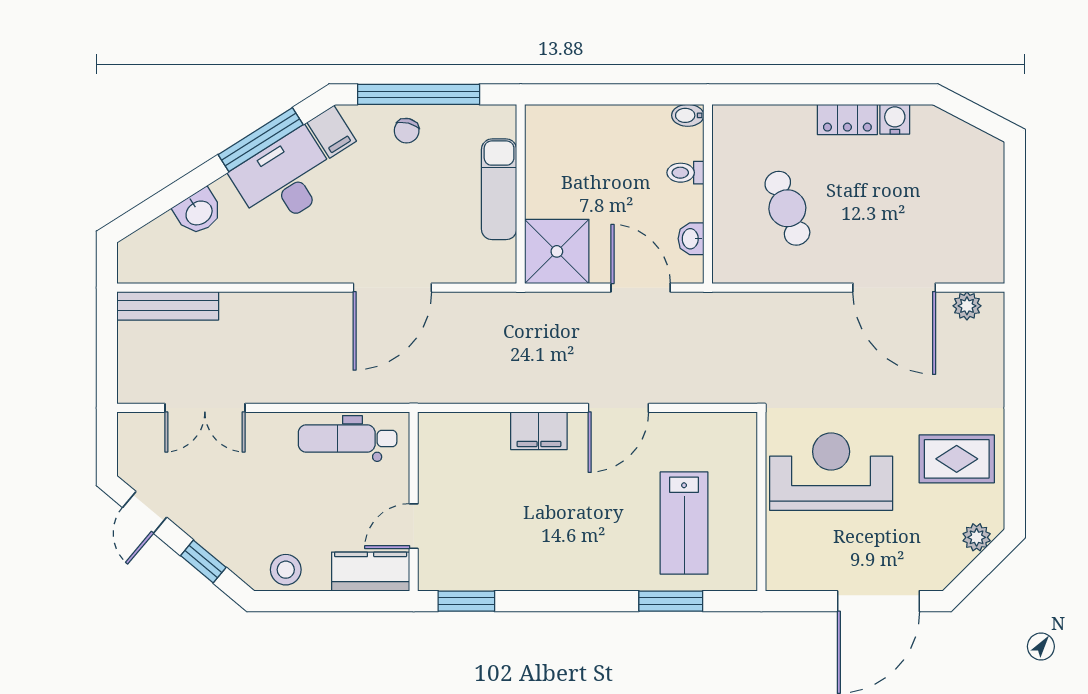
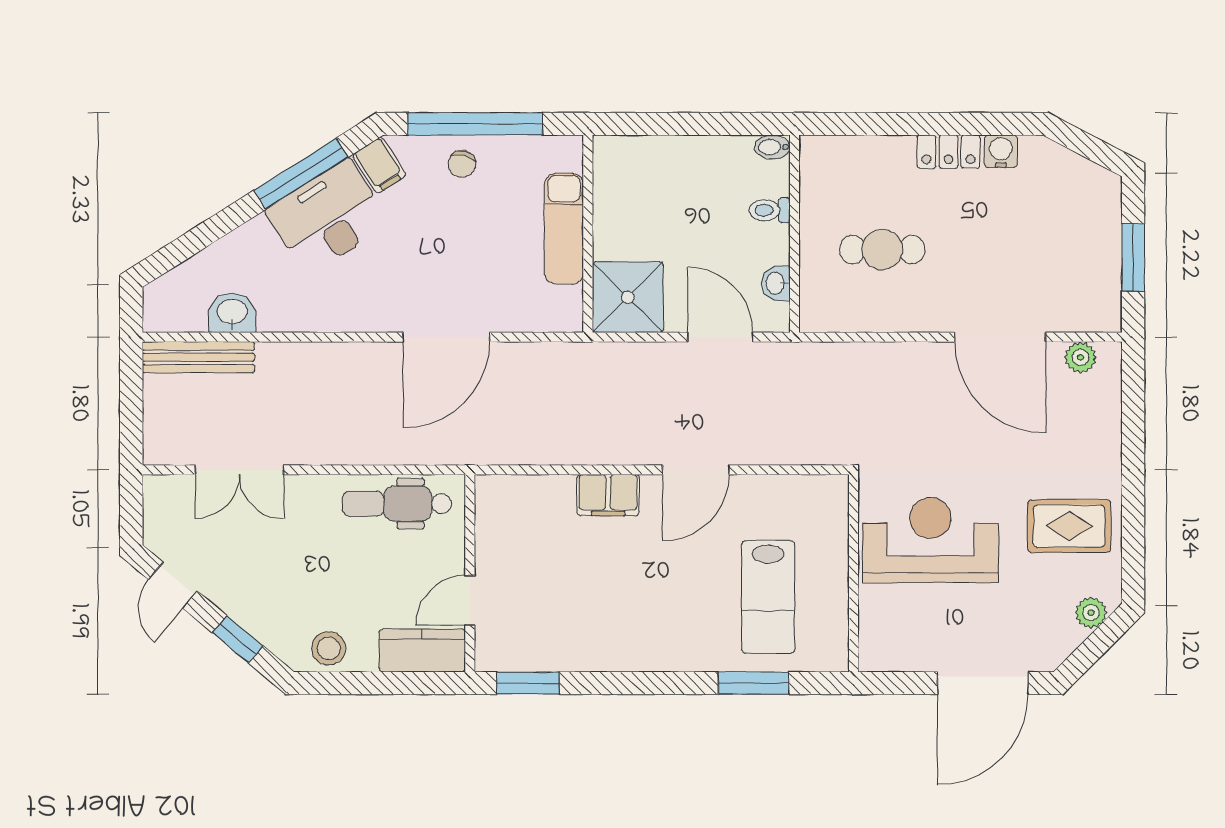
cafe table: (787, 208) -> (882, 250), turned -69
washbasin: (198, 212) -> (232, 313), moved, turned -148
window: (1015, 215) -> (1133, 257), added

